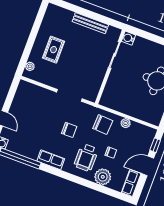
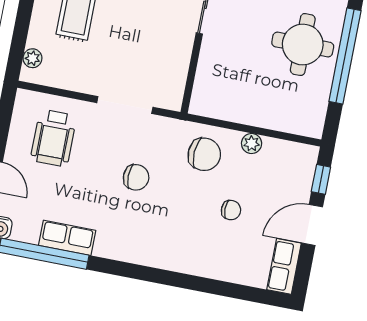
wheelchair: (86, 158) -> (54, 138), moved
row of seats: (51, 160) -> (67, 238), moved
plant: (103, 177) -> (222, 263), removed

